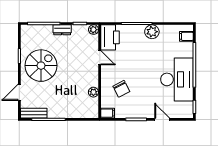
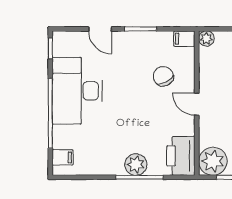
plant: (94, 30) -> (213, 161), width x1.88, depth x1.88
plant: (152, 32) -> (136, 165), moved
door: (100, 58) -> (197, 104), moved
plant: (93, 92) -> (206, 39), moved

